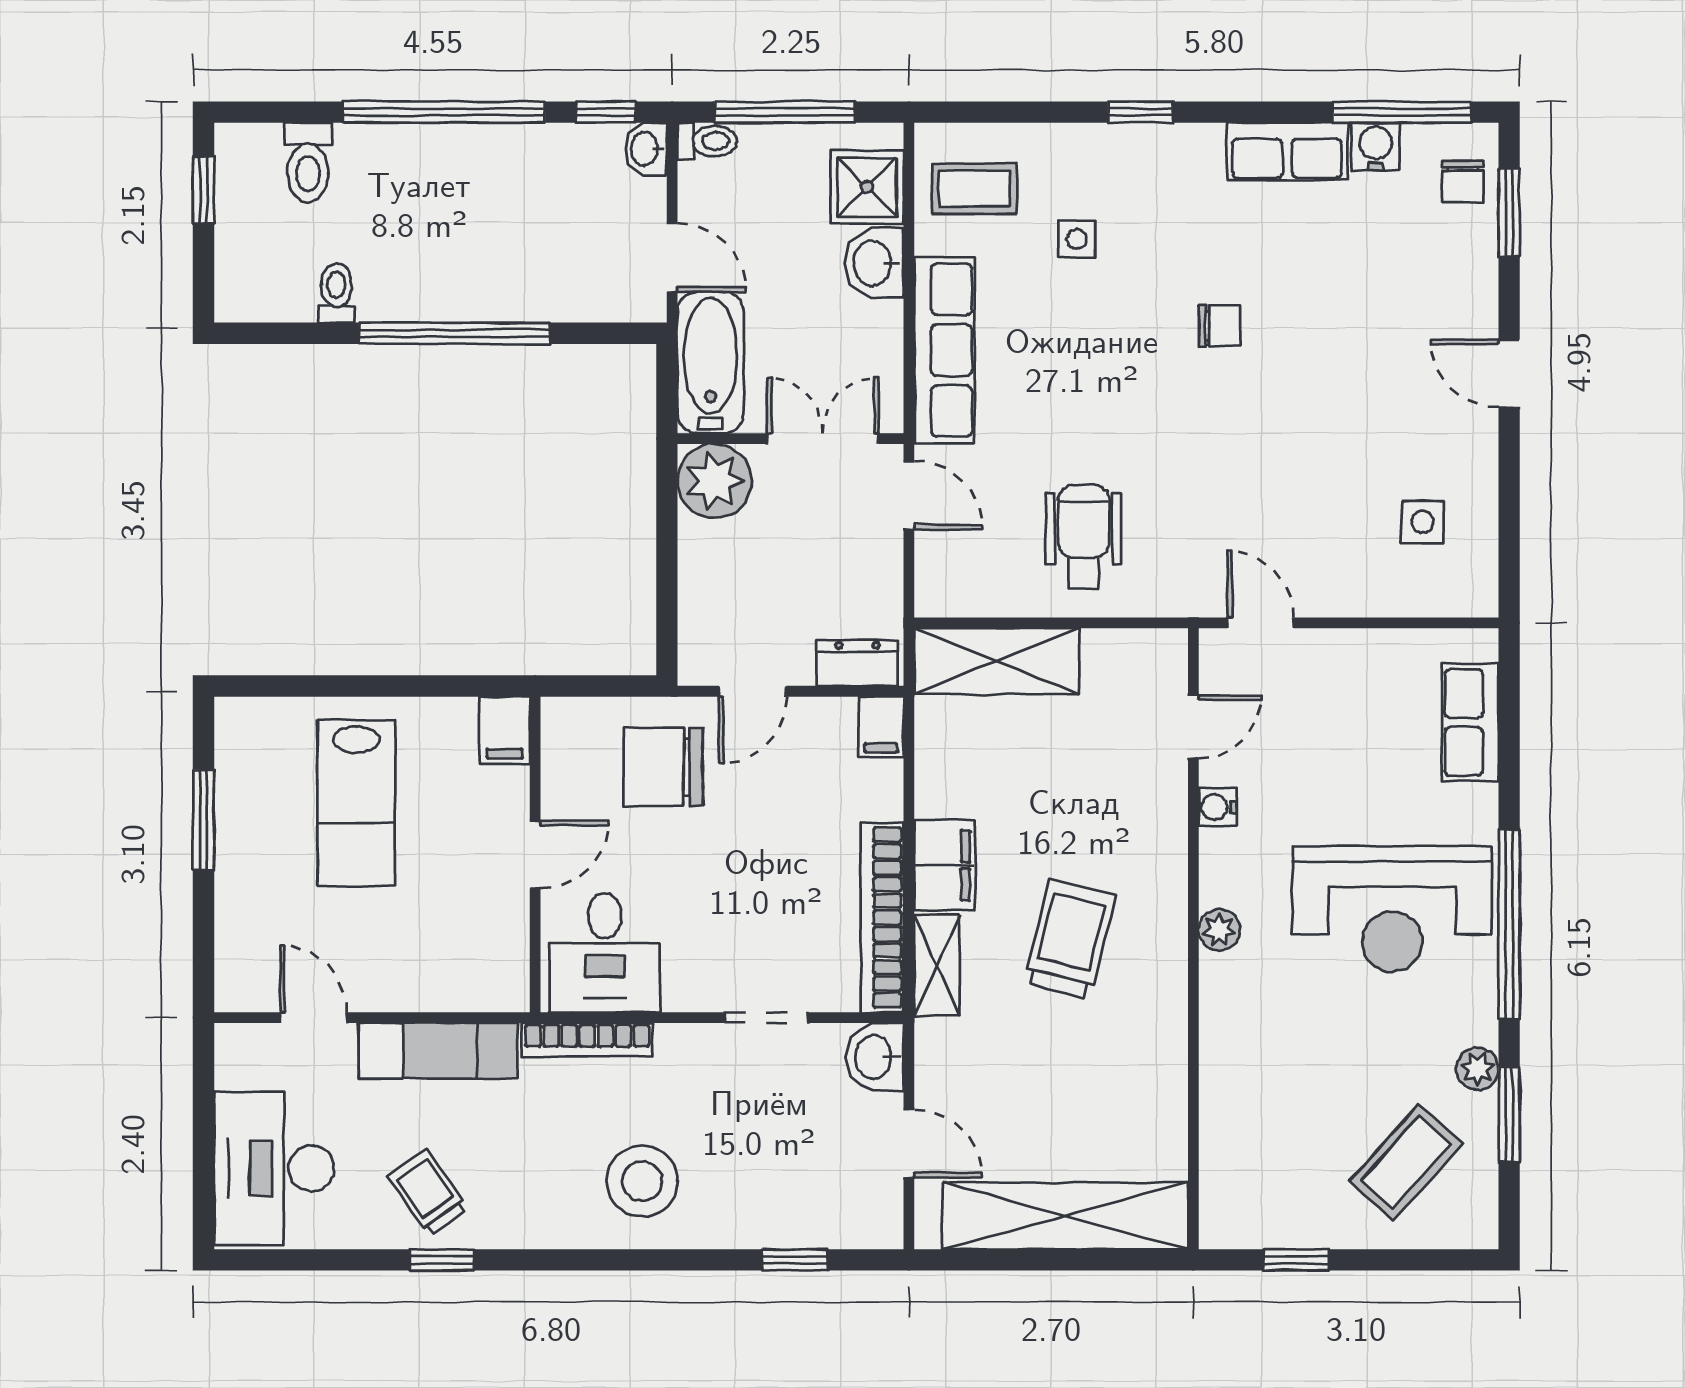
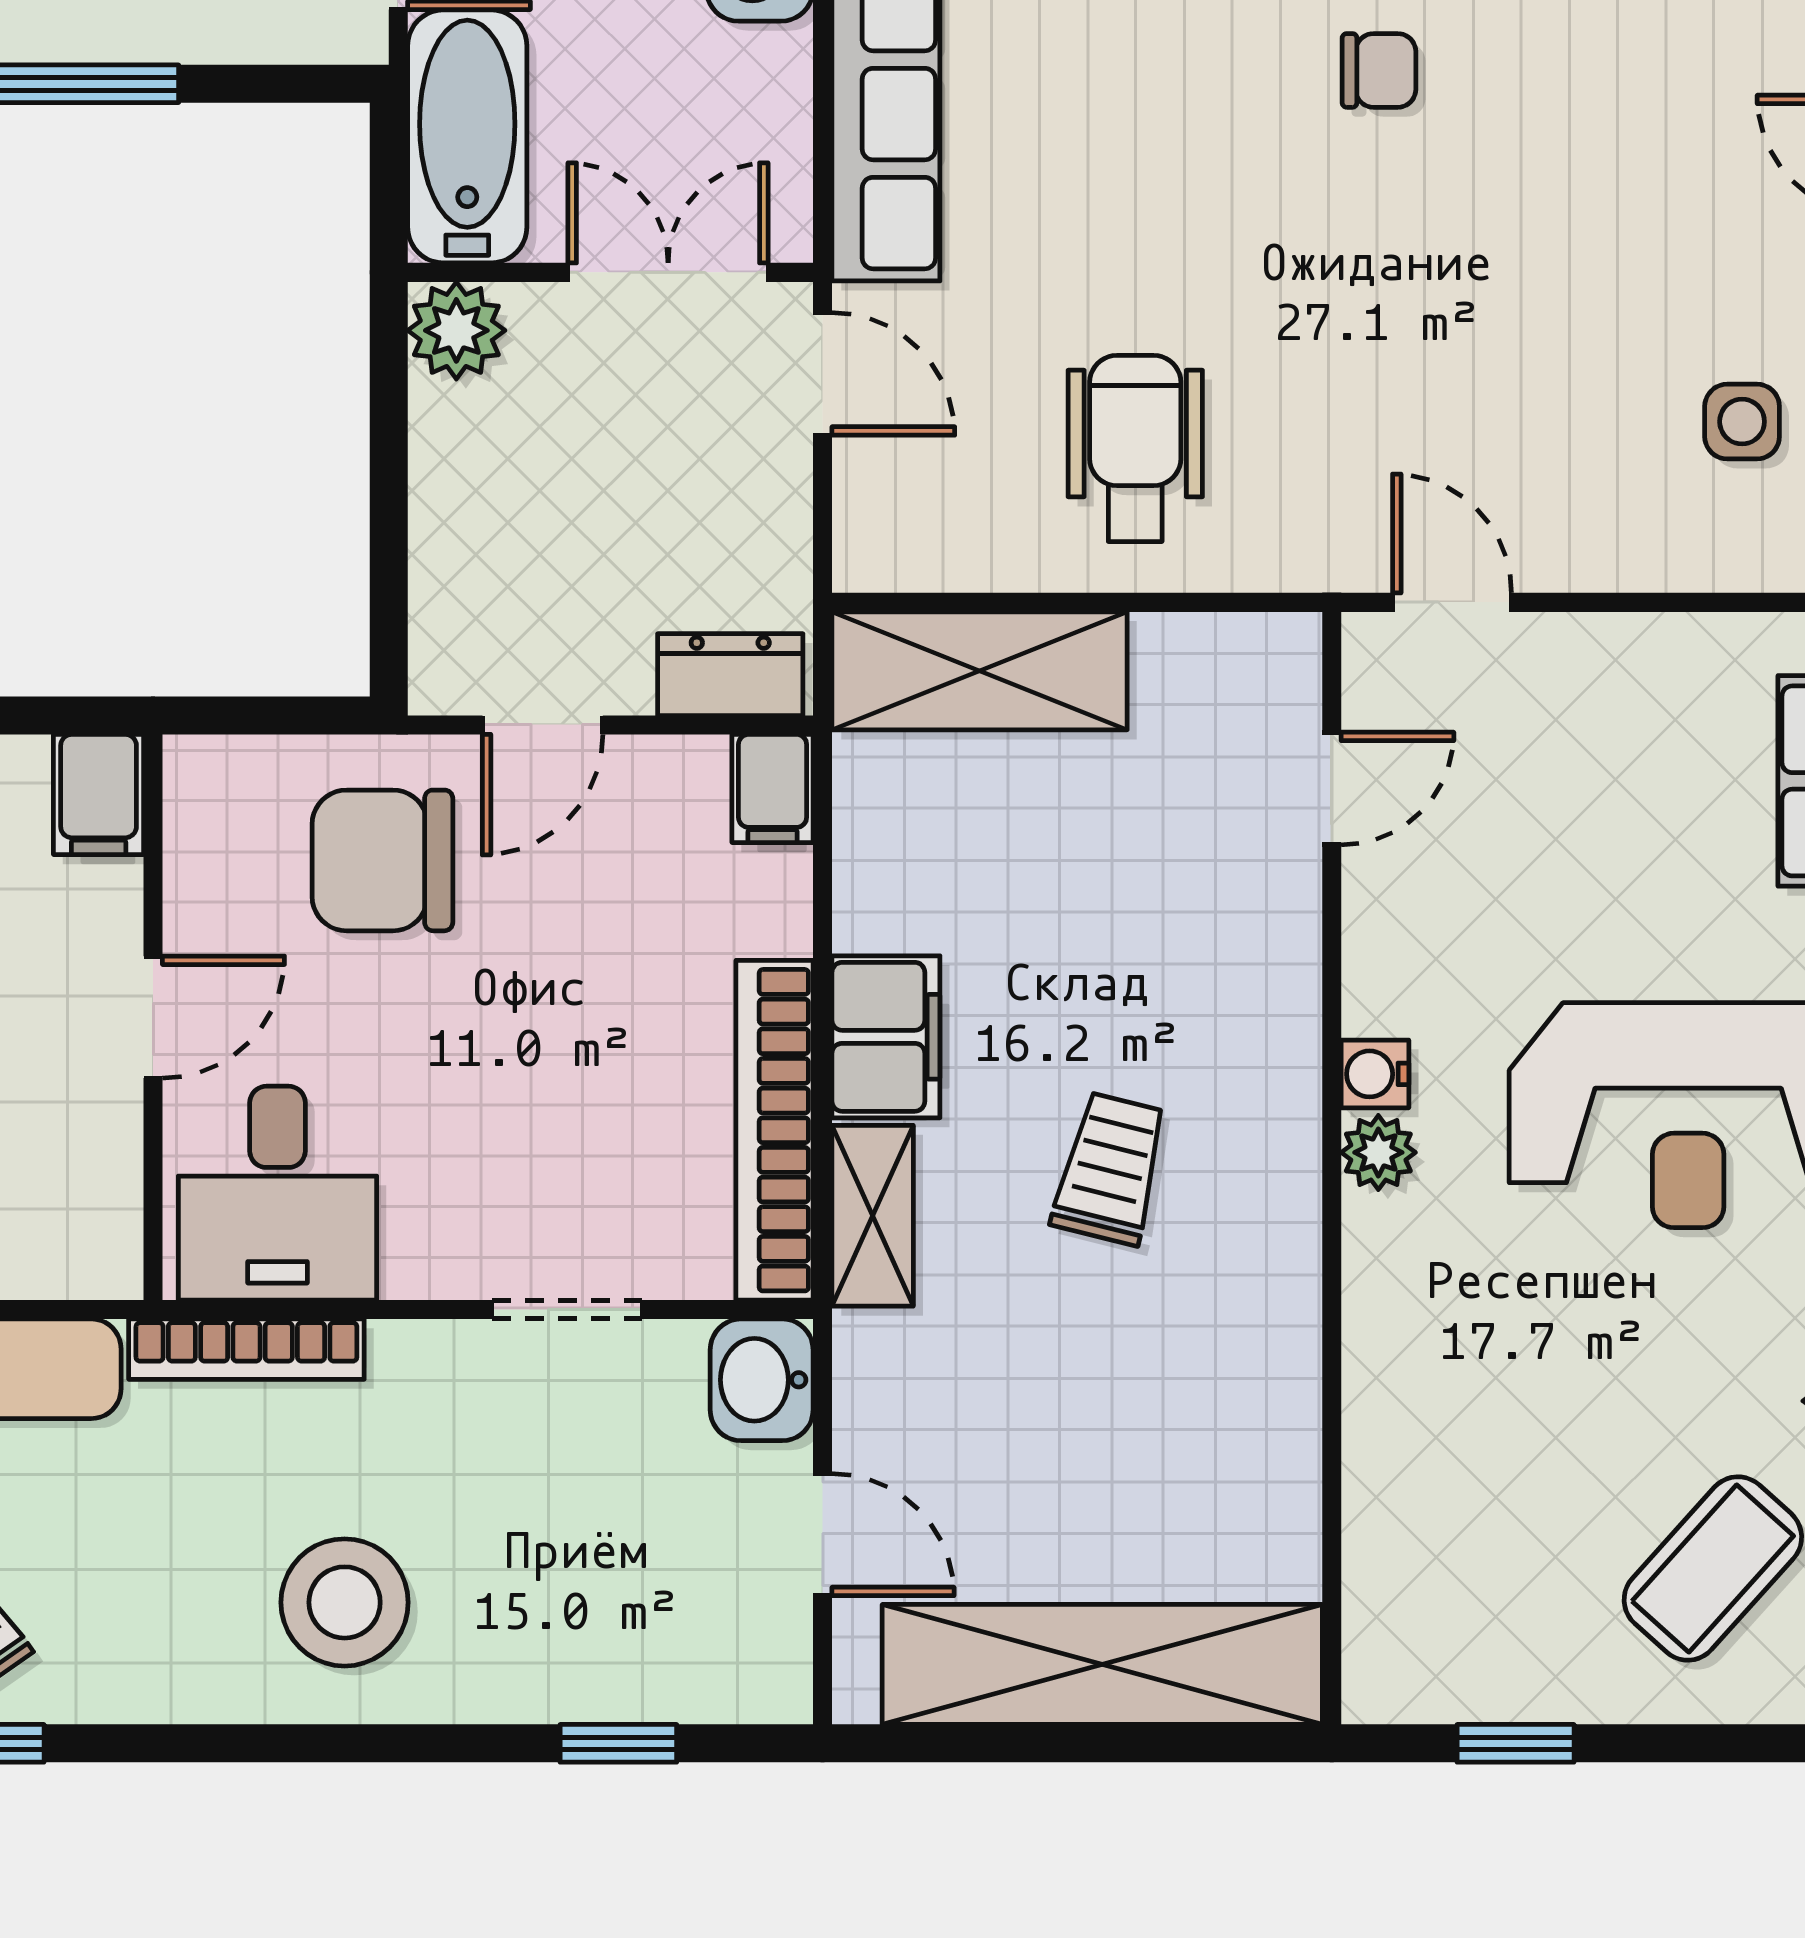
plant: (714, 481) -> (456, 330), width x0.73, depth x0.73
water cooler: (1217, 807) -> (1375, 1074), moved
trolley: (1070, 939) -> (1110, 1169), width x0.73, depth x0.72

